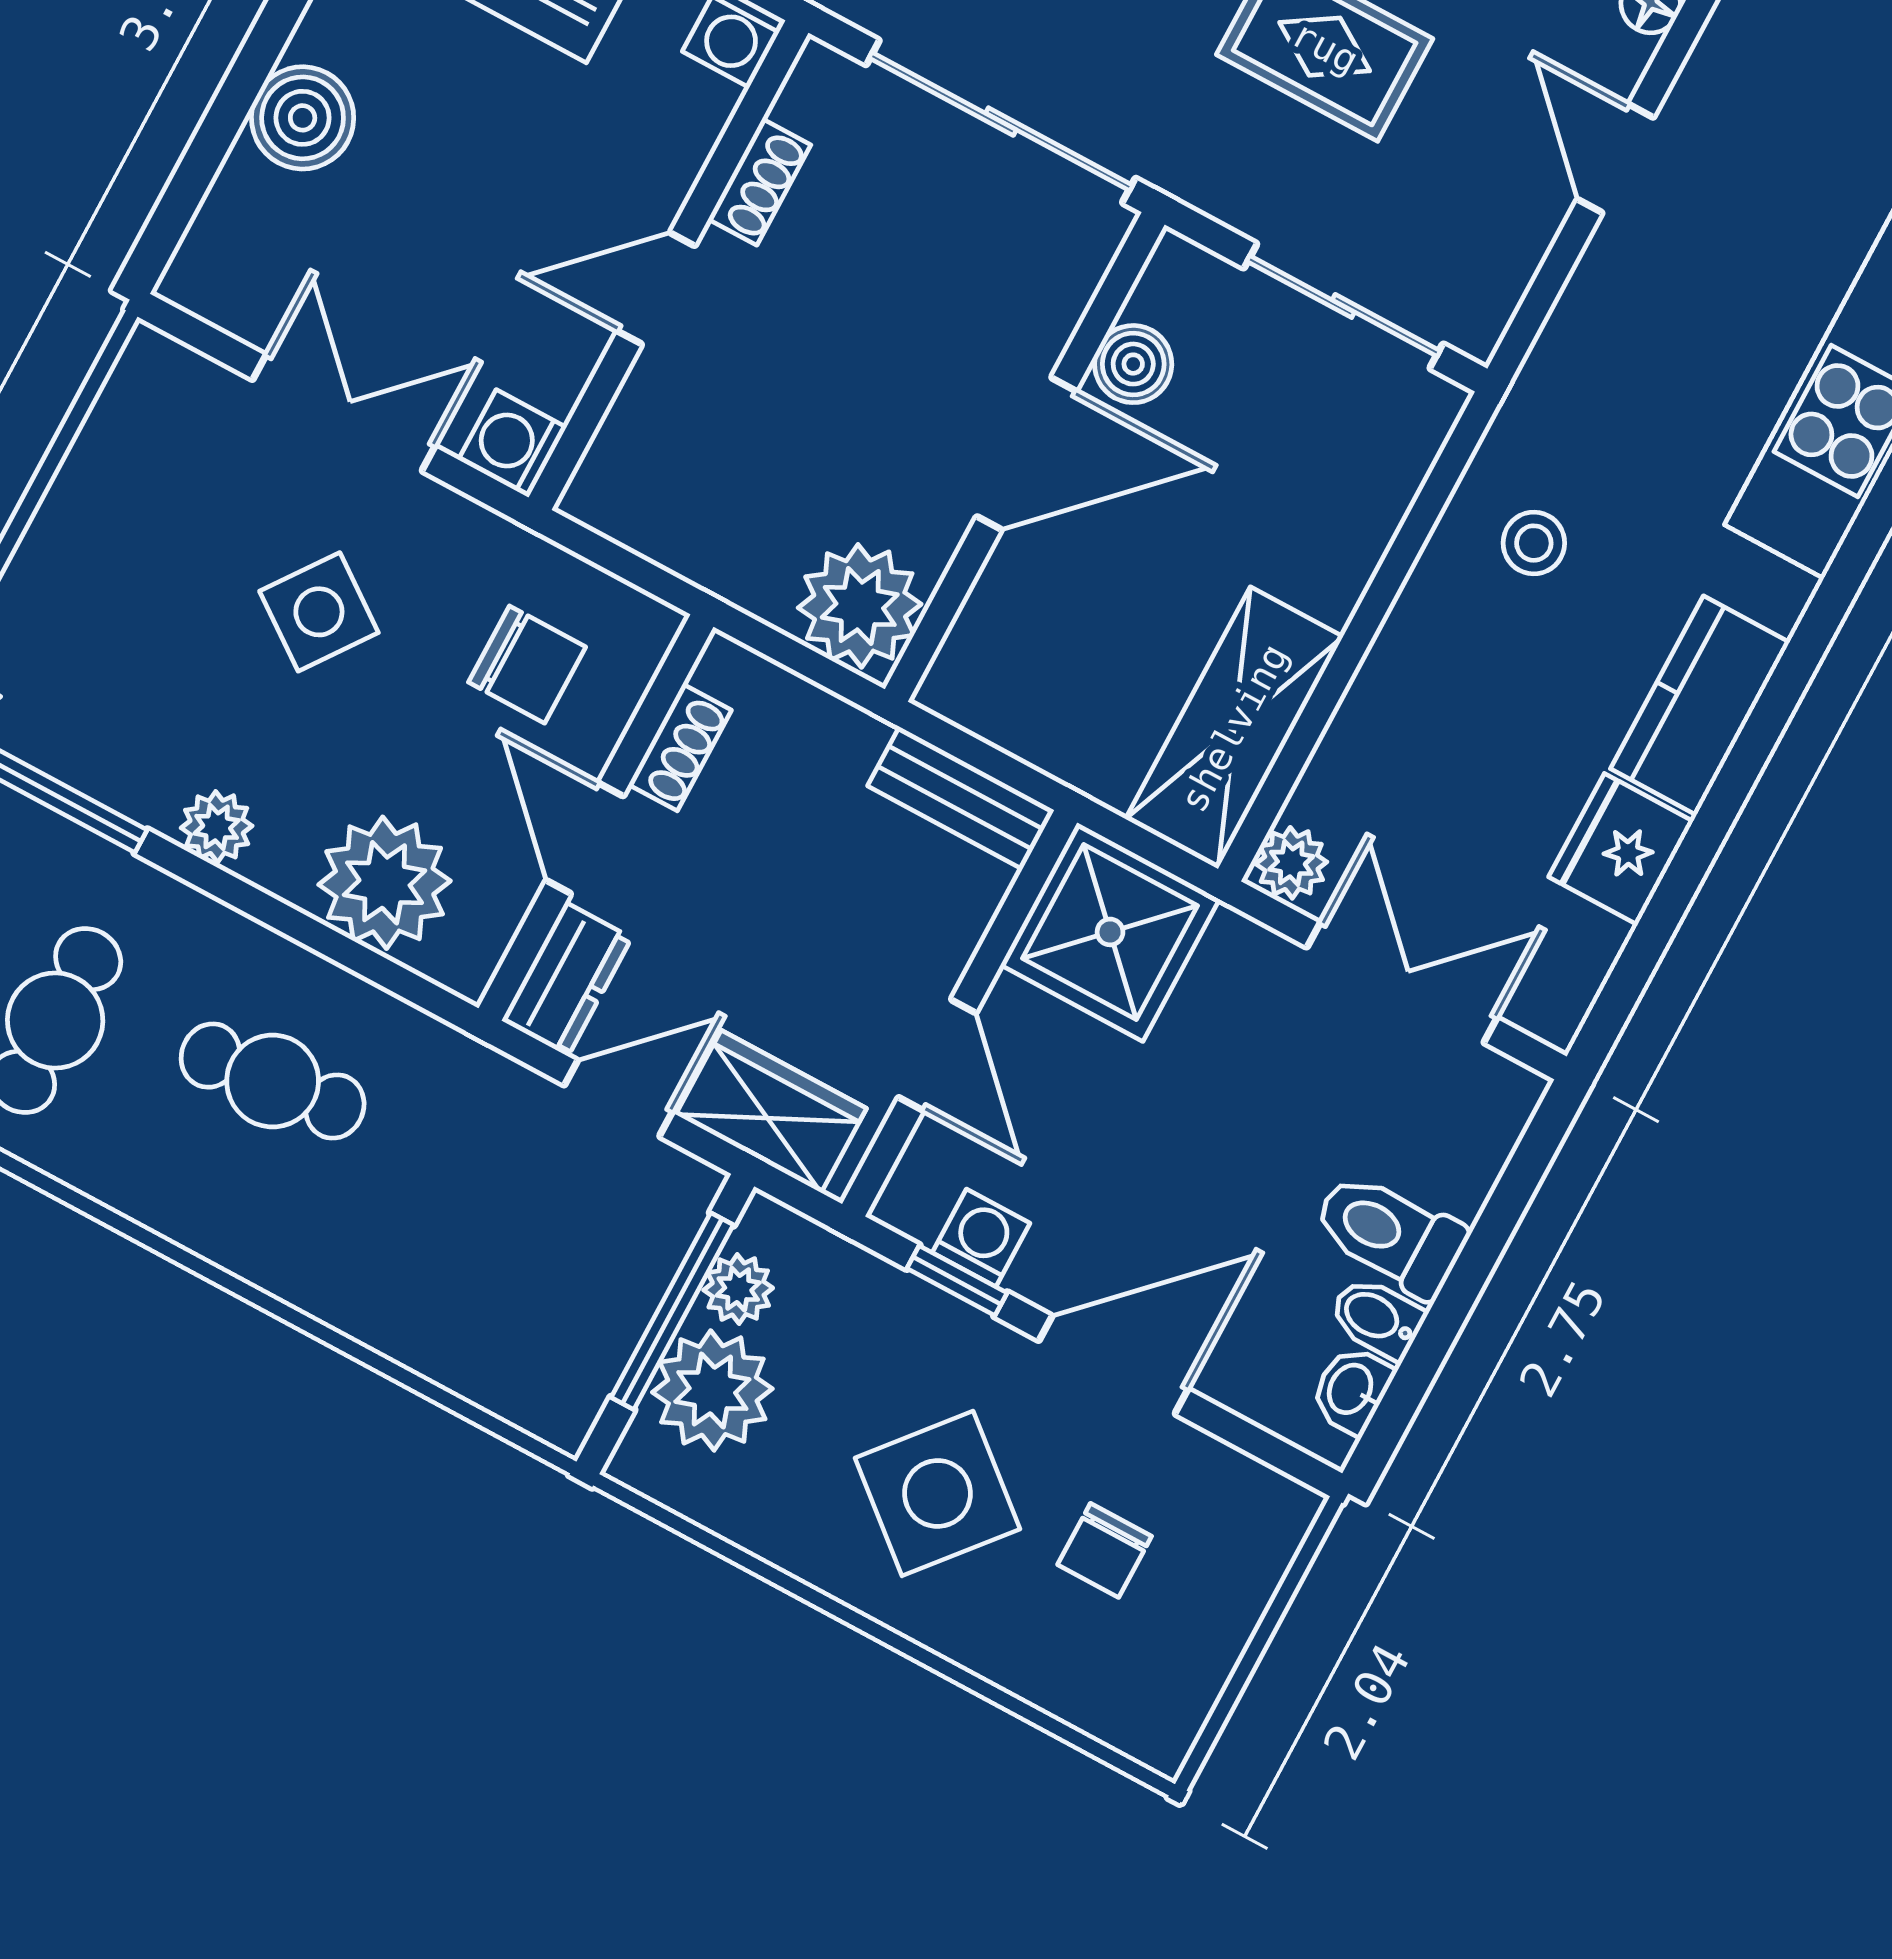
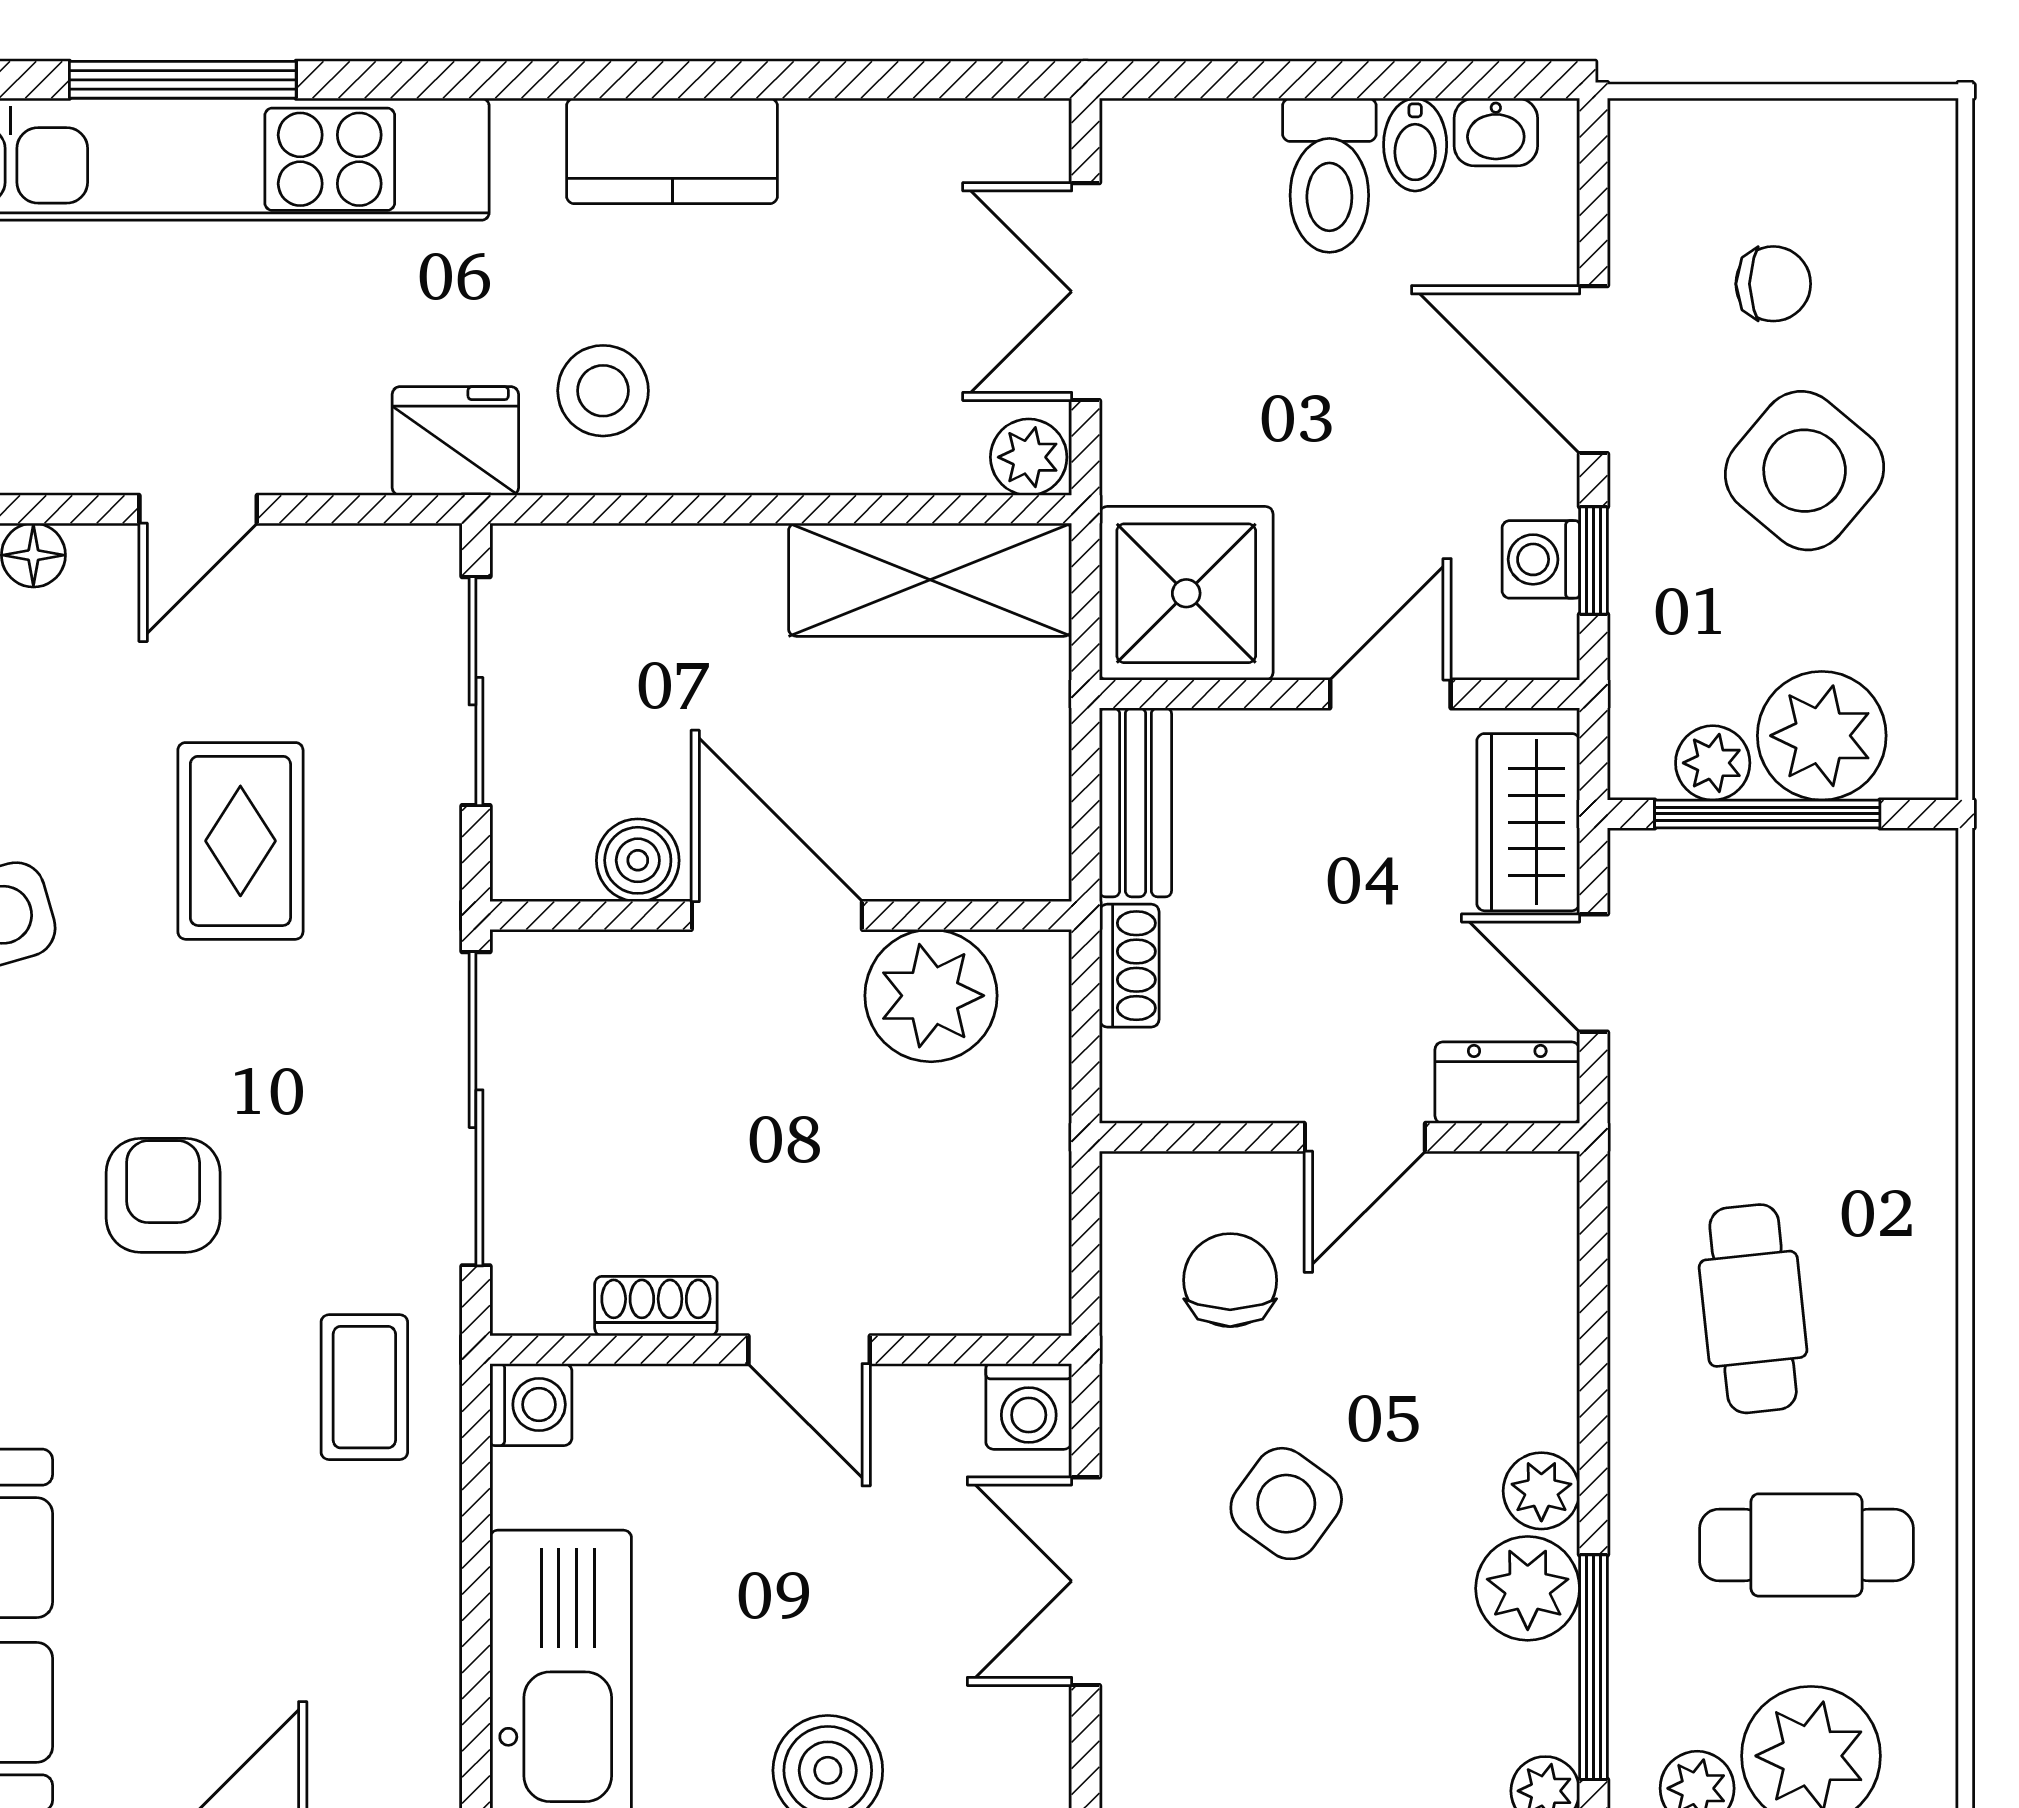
stool: (1534, 543) -> (603, 391), width x1.37, depth x1.37
plant: (860, 606) -> (931, 996), moved
shoe rack: (680, 747) -> (1129, 966), moved, turned 90
fridge: (1621, 849) -> (455, 441), moved, turned 180
plant: (385, 883) -> (1528, 1588), moved, width x0.73, depth x0.73

